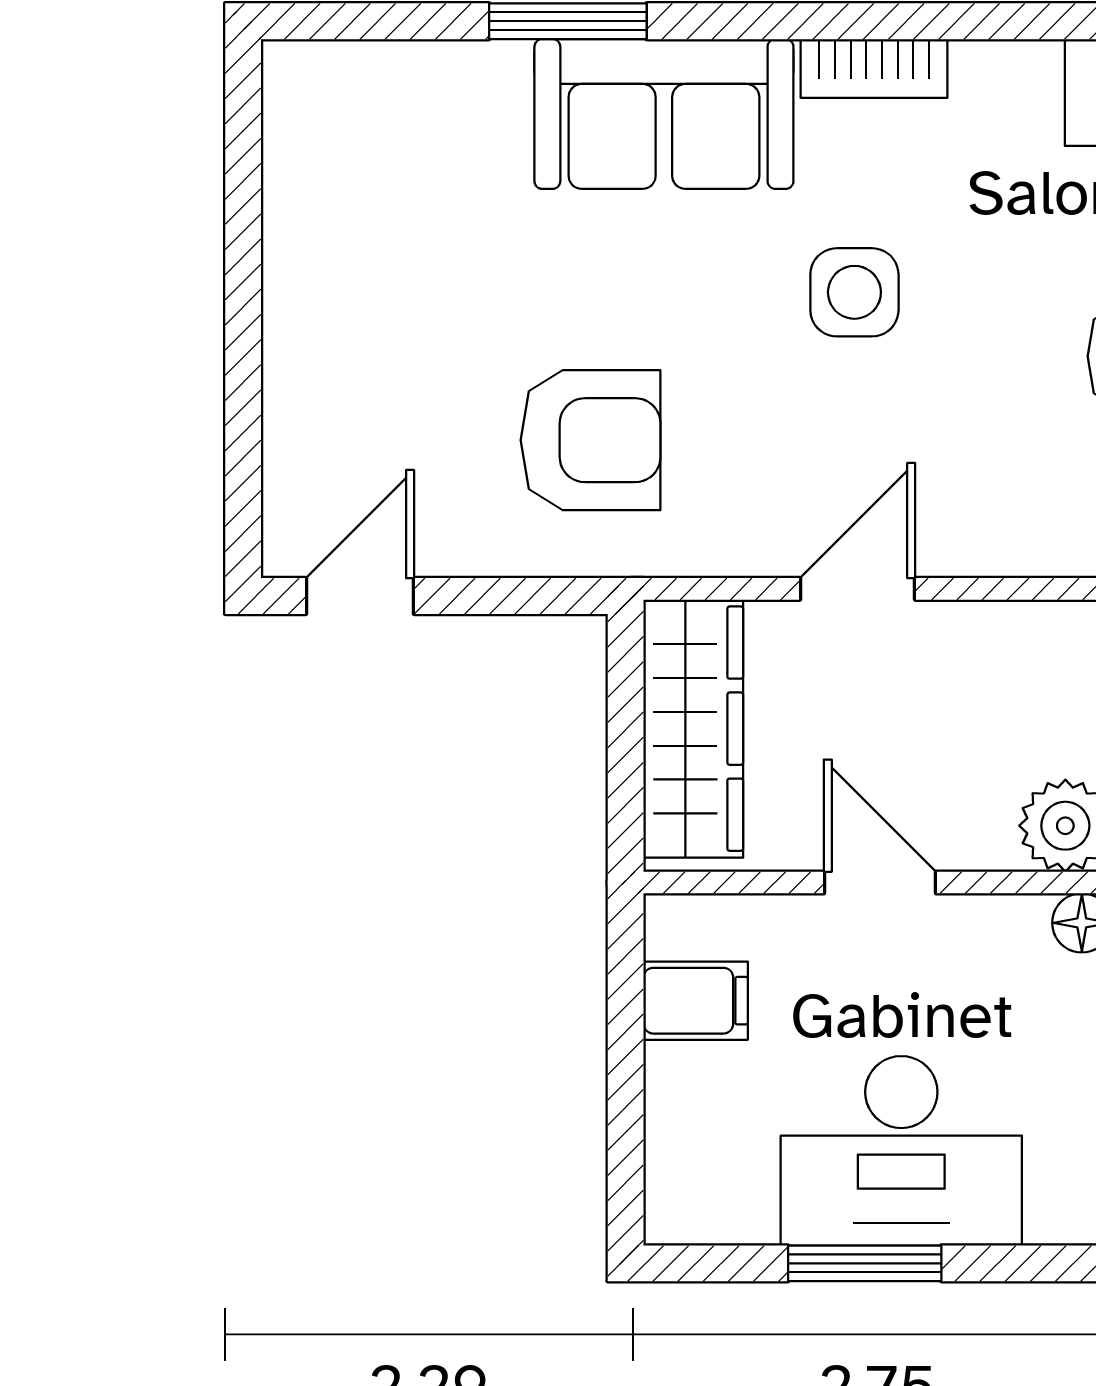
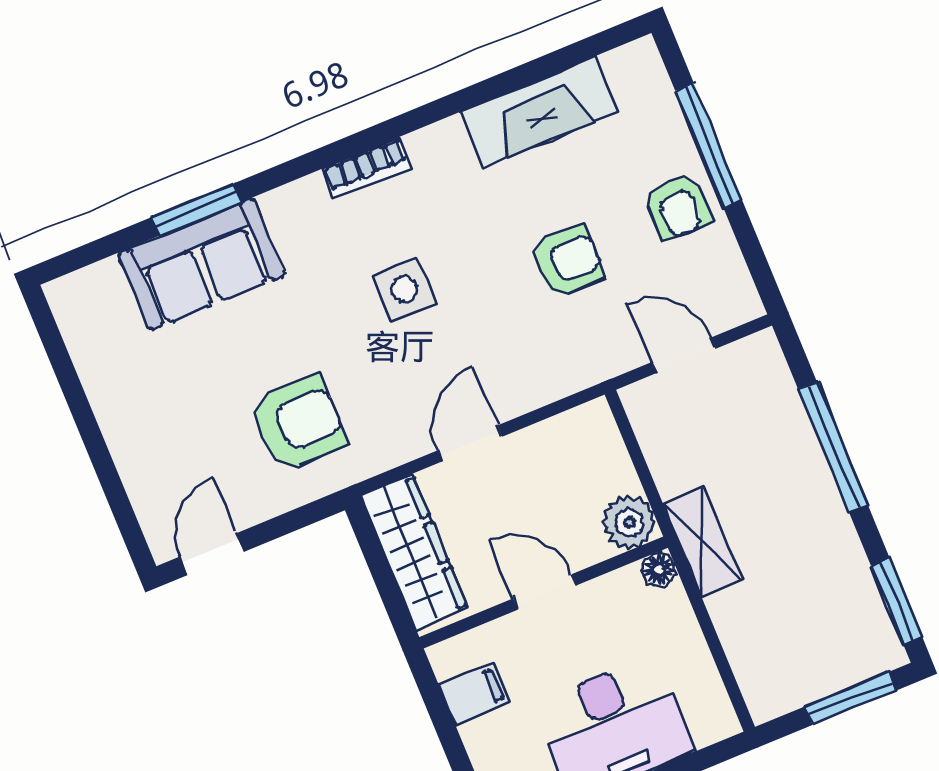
sofa: (664, 114) -> (201, 264), moved

